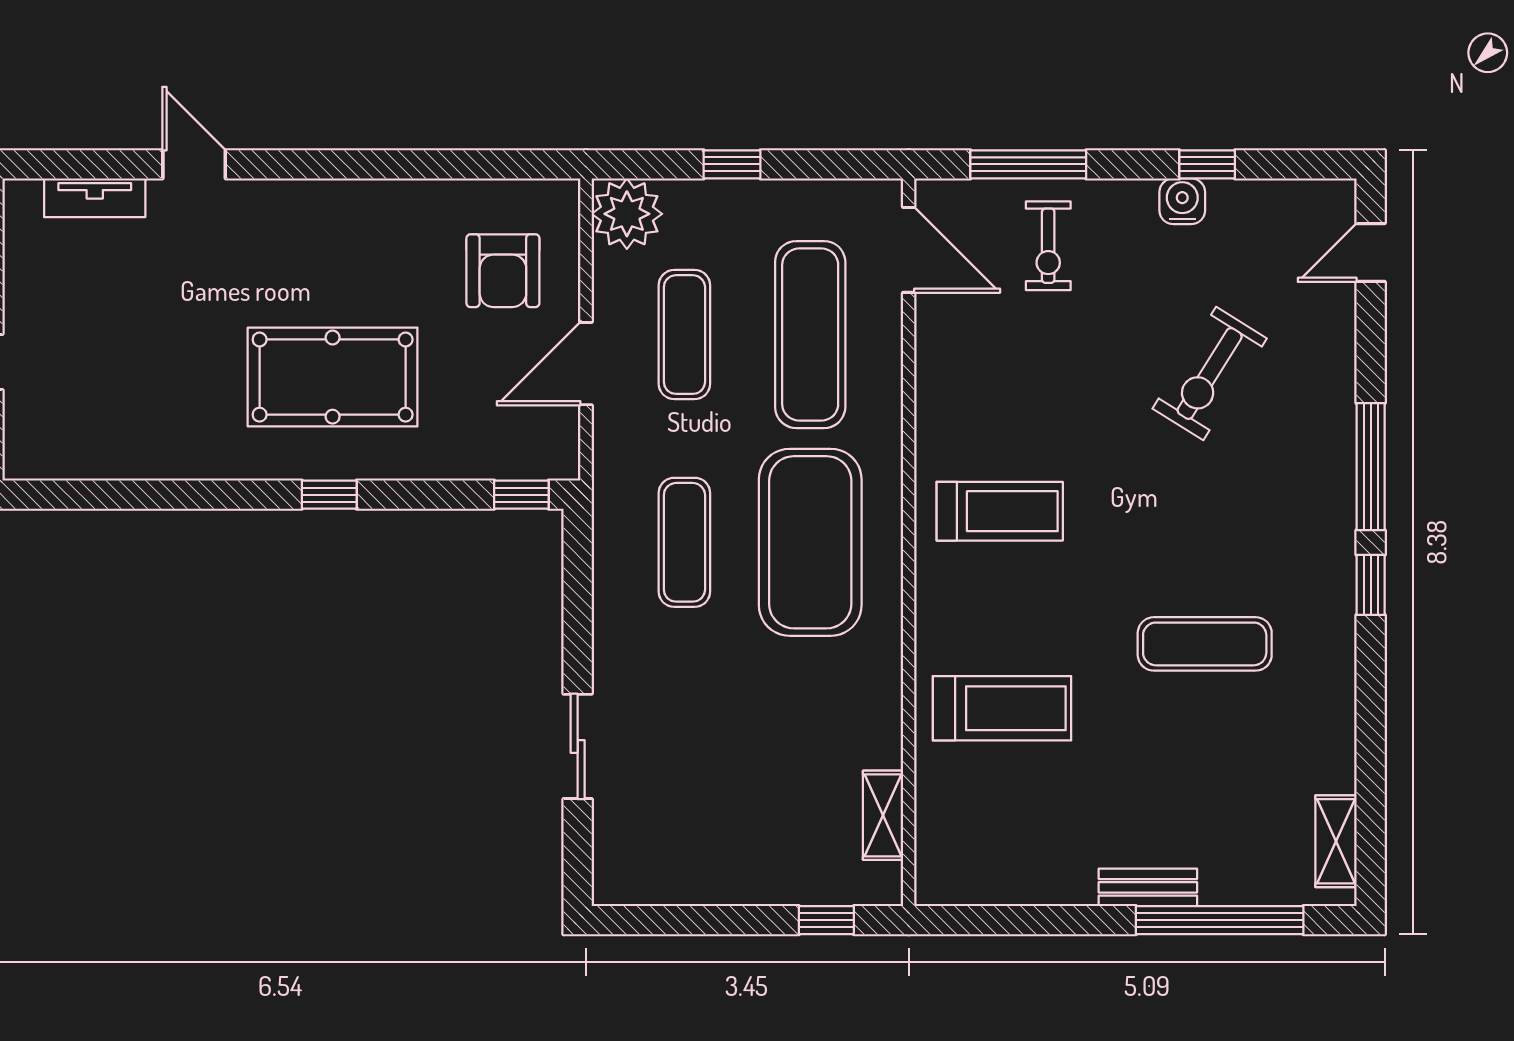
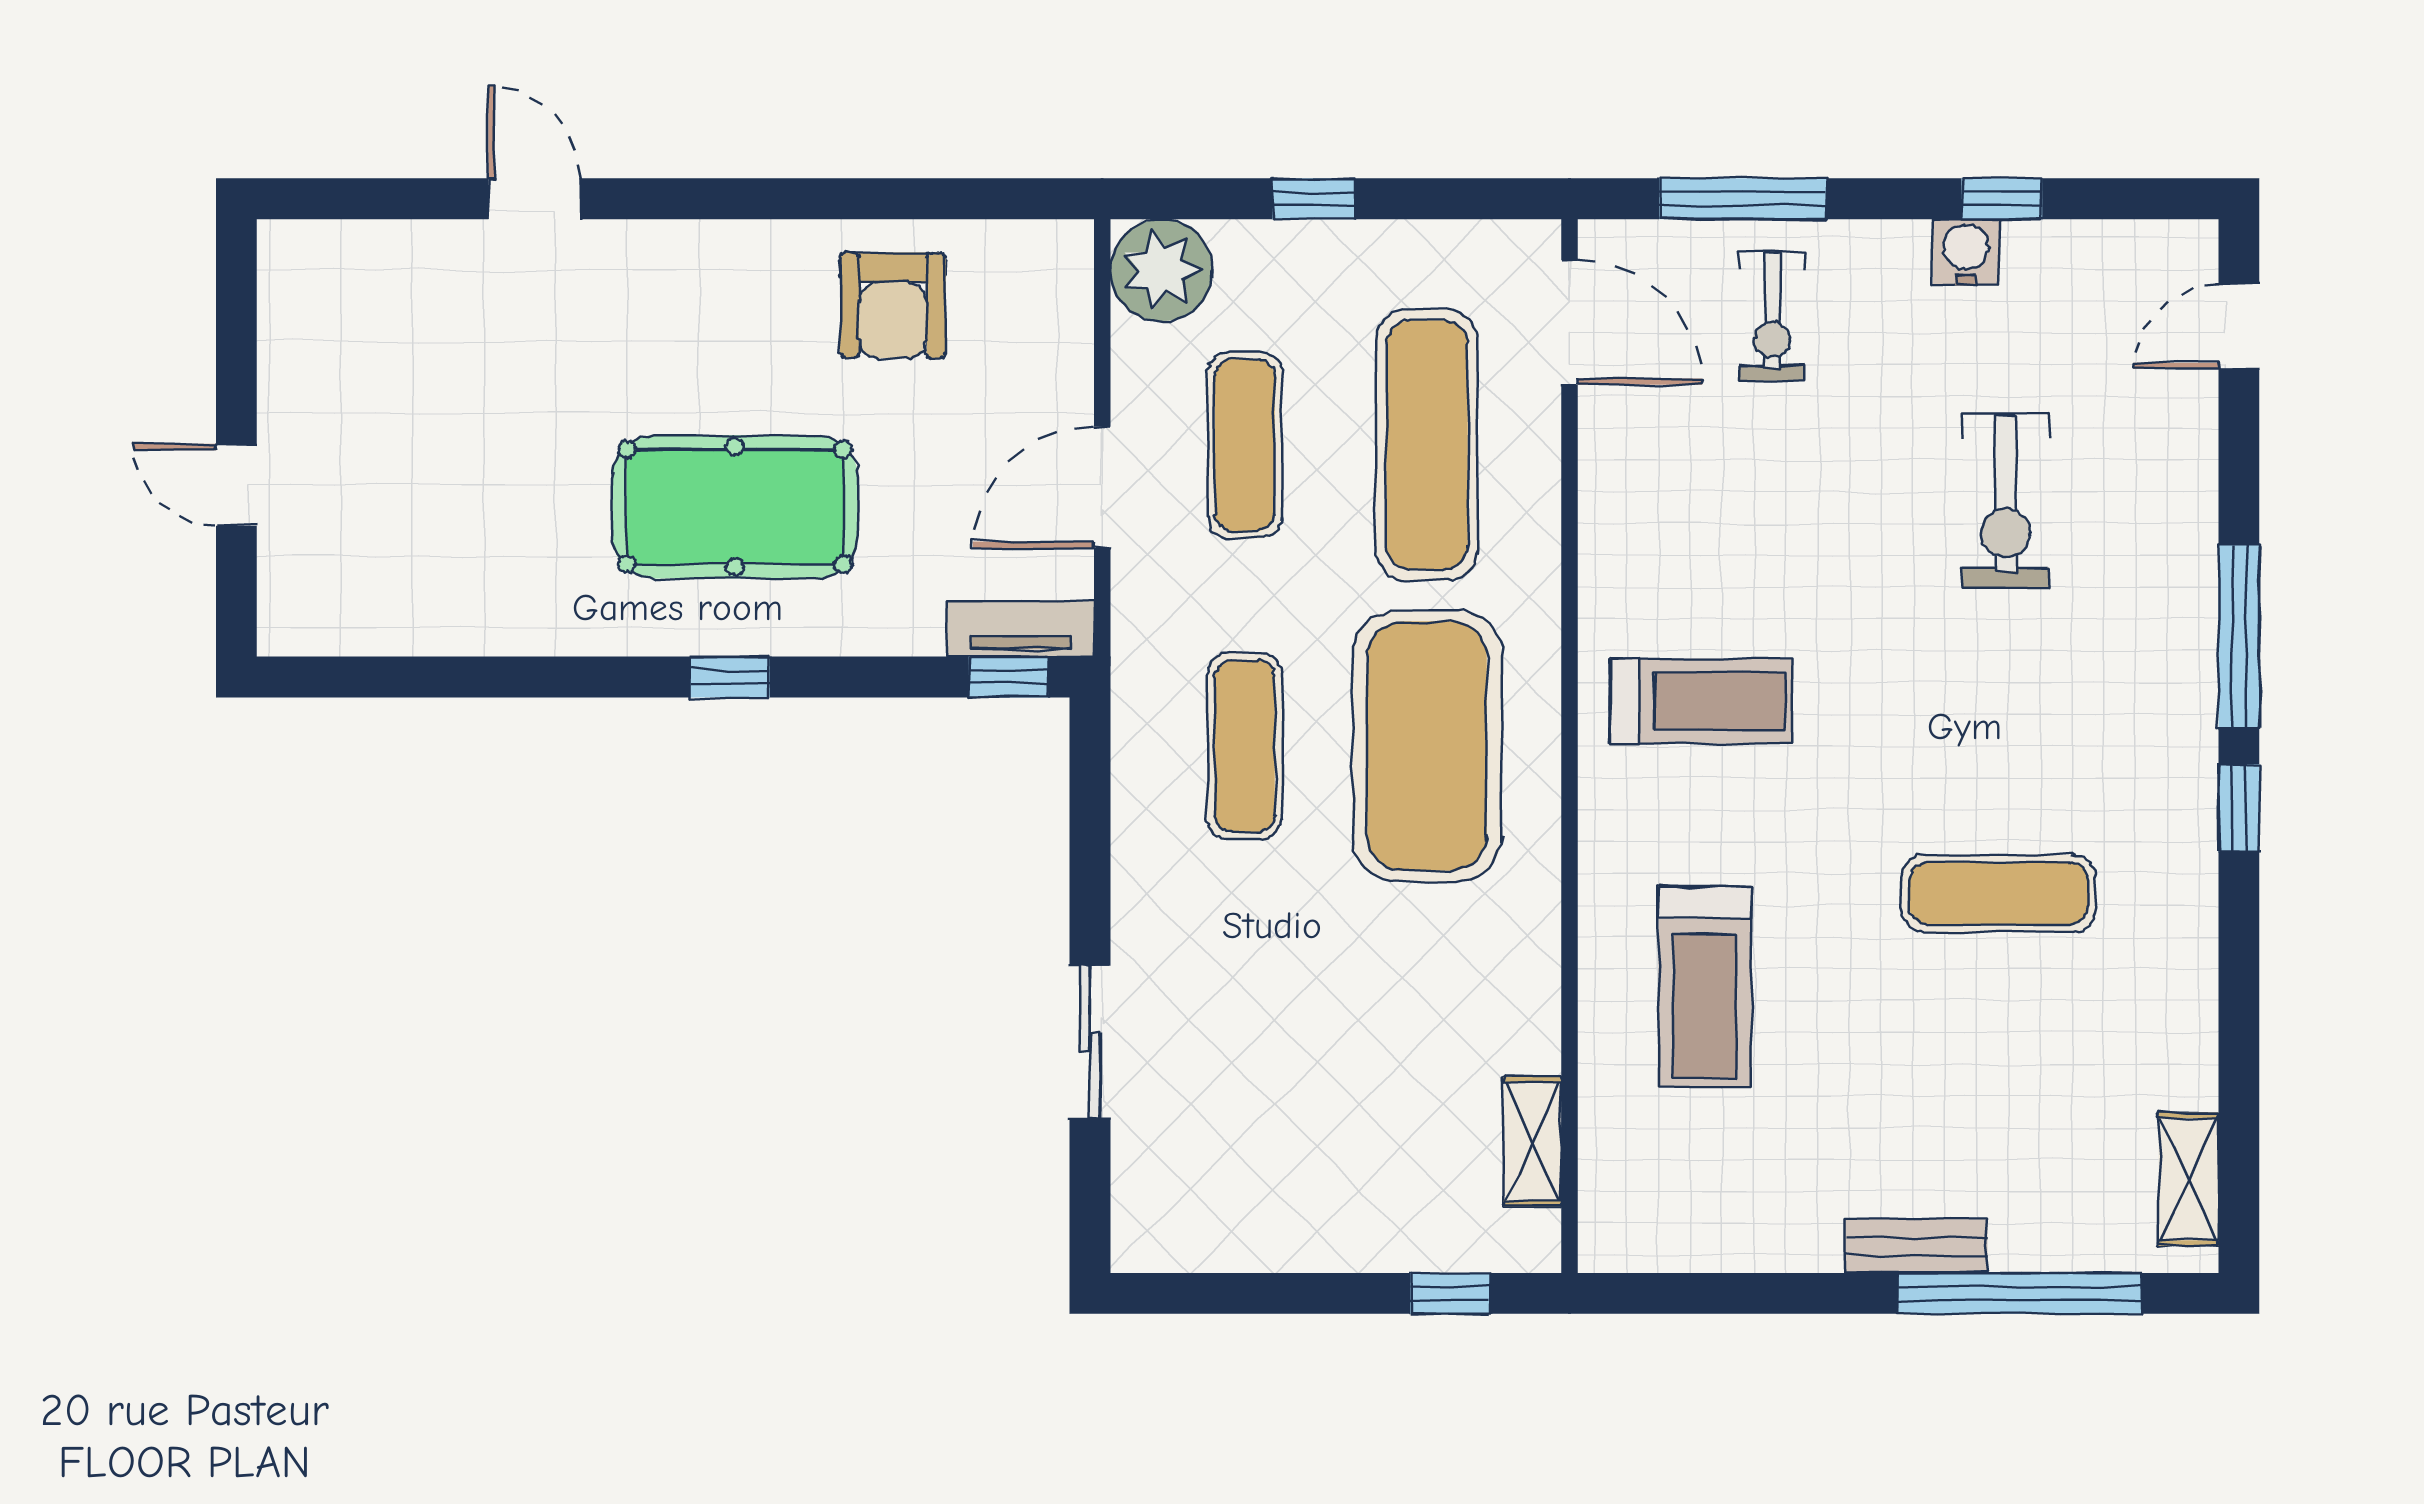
tv unit: (95, 198) -> (1021, 629), moved, turned 180
armchair: (503, 271) -> (893, 305), moved
exercise bike: (1210, 373) -> (2006, 502), turned -32
treadmill: (1002, 708) -> (1705, 987), turned 90

